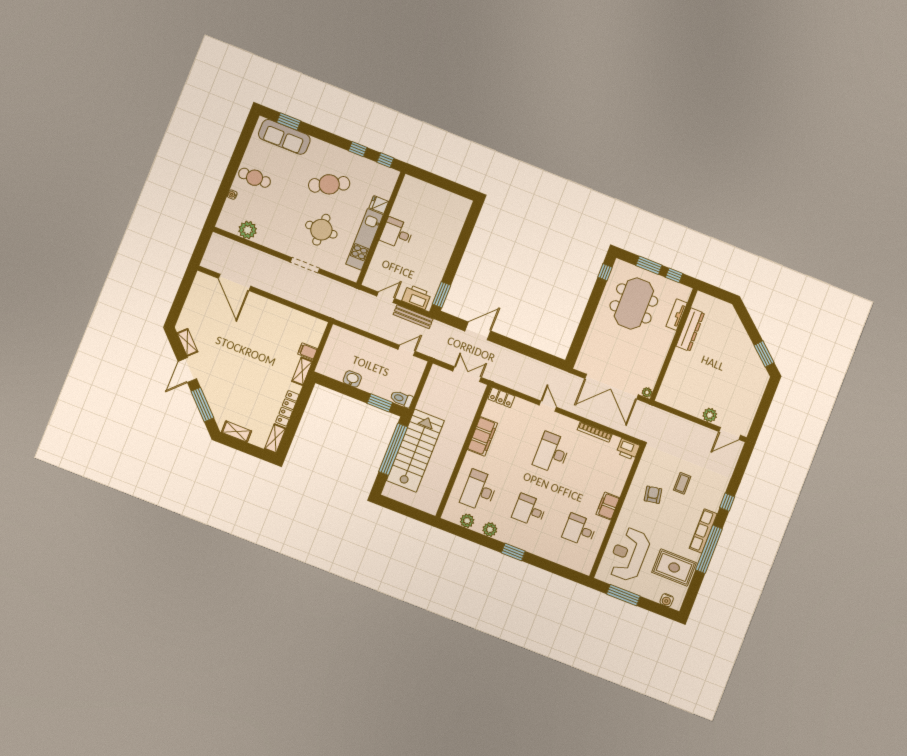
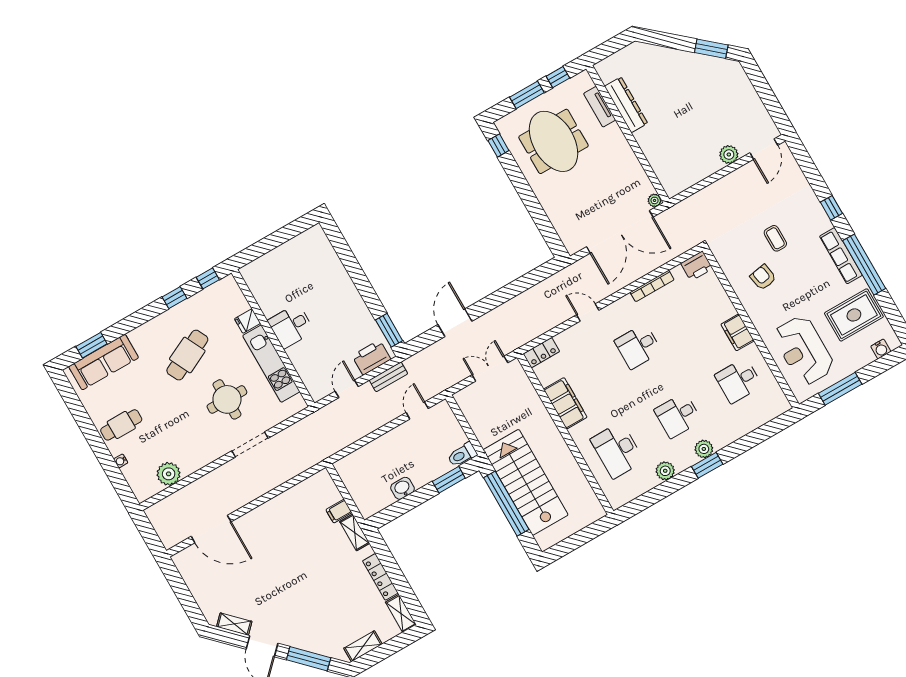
bench: (413, 317) -> (388, 377), width x0.73
desk: (552, 453) -> (638, 346), width x0.73
plant: (467, 521) -> (704, 449), moved

